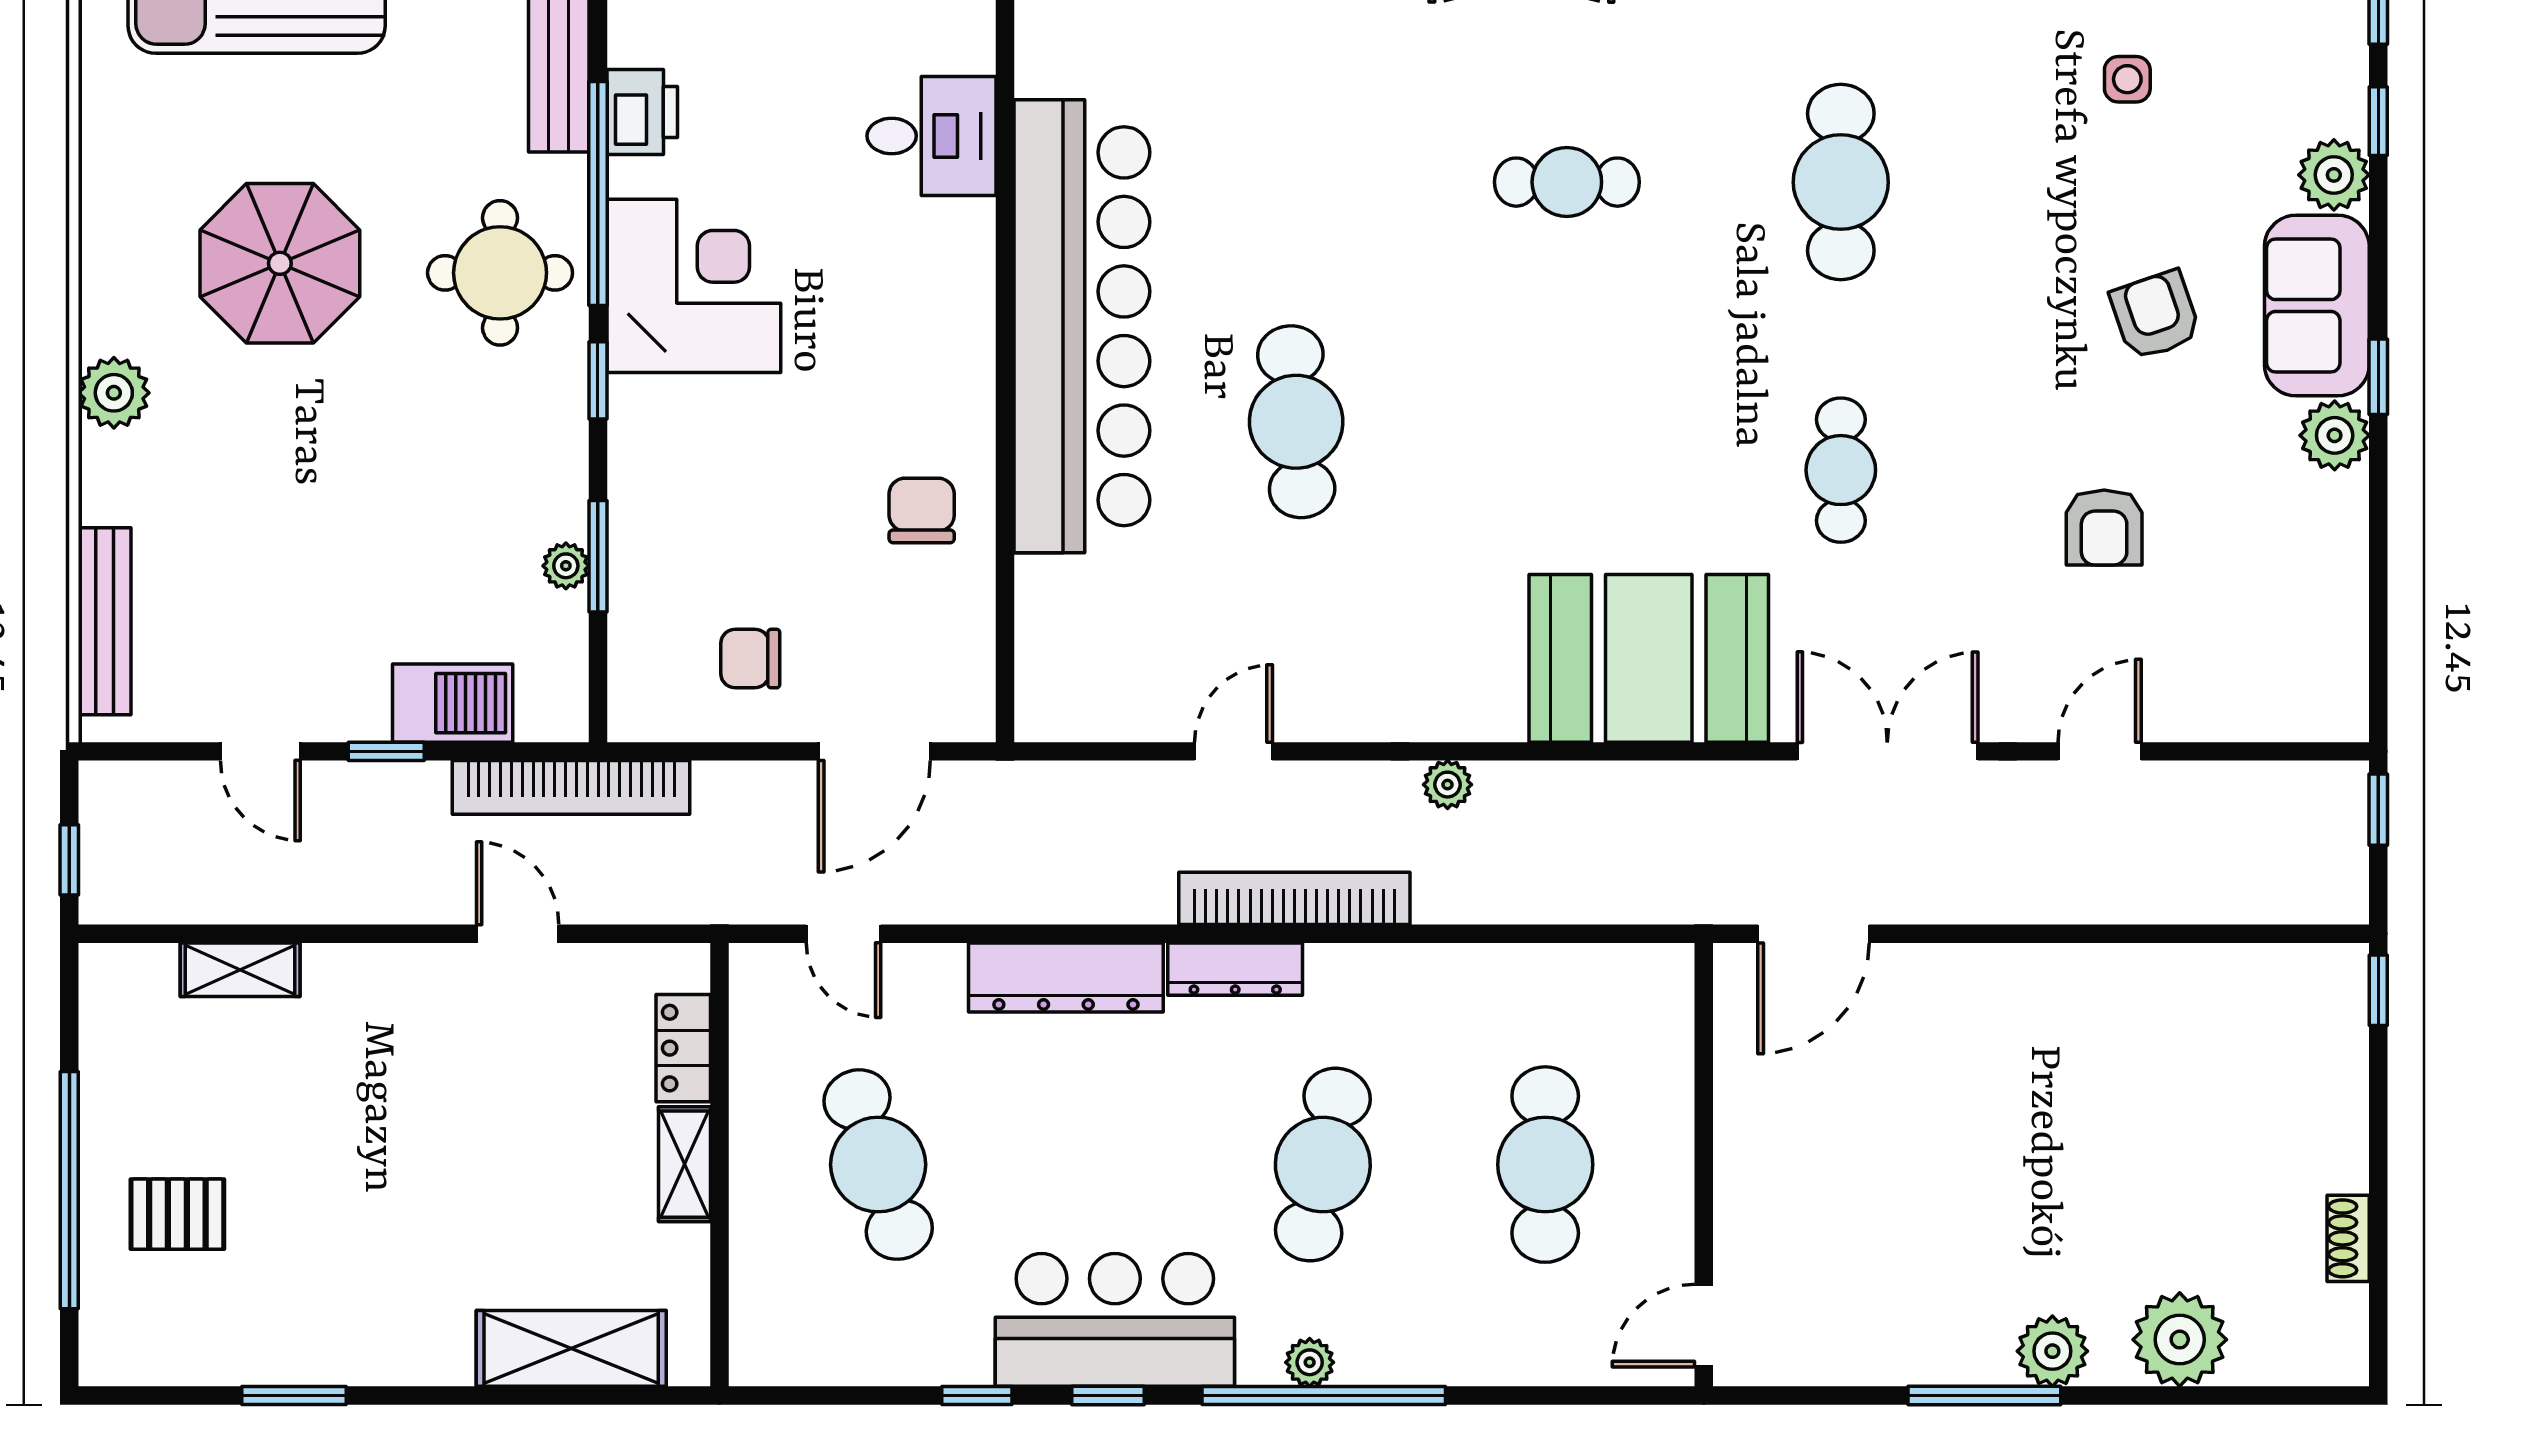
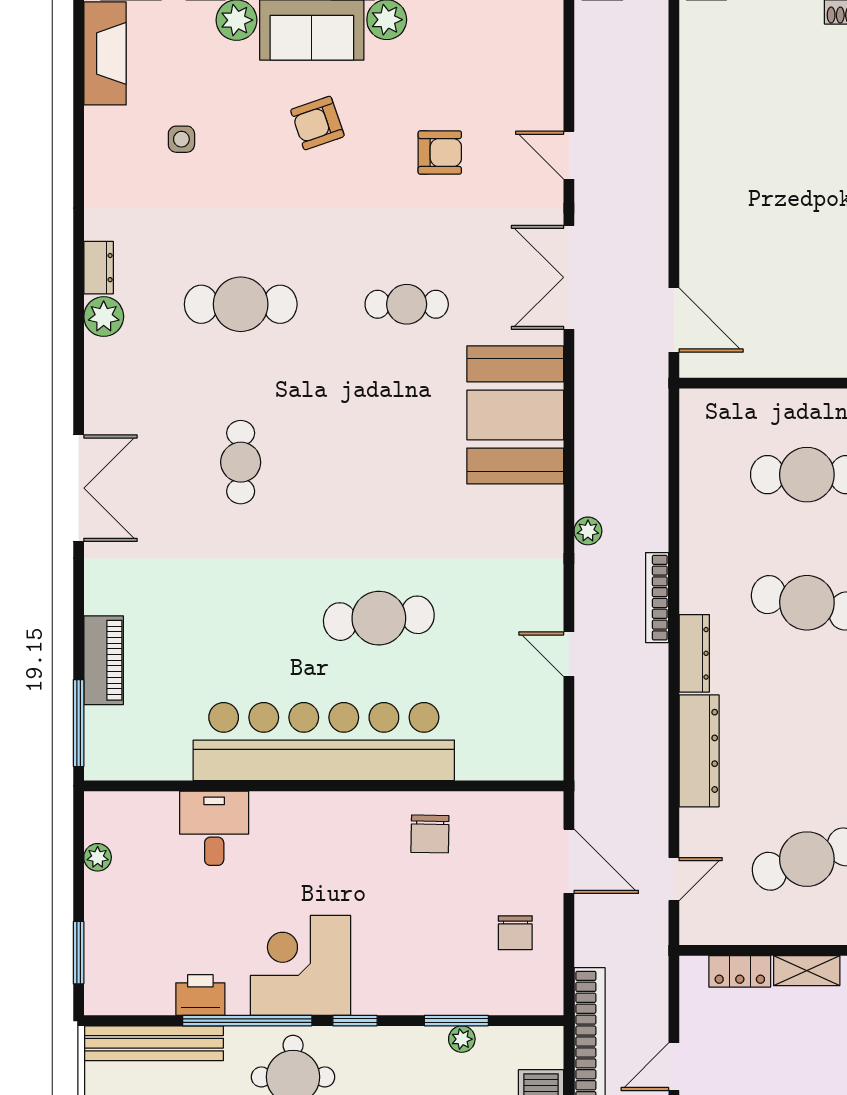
chair: (922, 510) -> (430, 834), turned -89
bookcase: (1294, 898) -> (657, 598), width x0.68, depth x0.76

